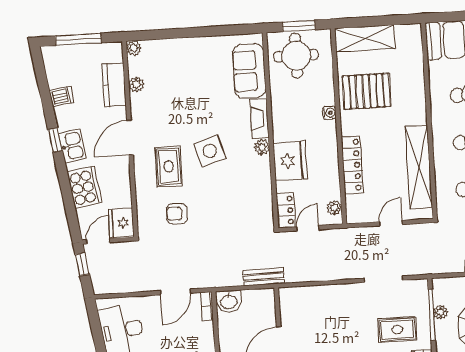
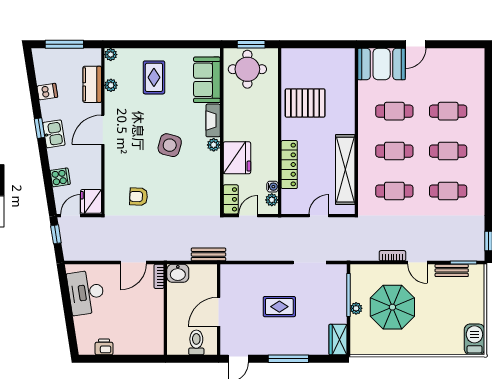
shelving: (365, 38) -> (306, 58), removed
water cooler: (329, 113) -> (272, 187), moved
side table: (210, 151) -> (170, 145), turned 32
rug: (169, 166) -> (154, 77), moved
cooker: (84, 187) -> (60, 177), width x0.53, depth x0.76
plant: (441, 312) -> (356, 308), moved
rug: (397, 330) -> (279, 307), moved

